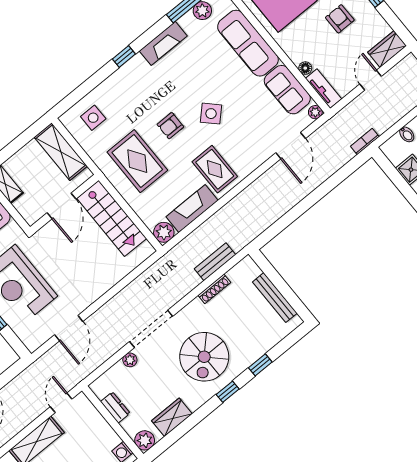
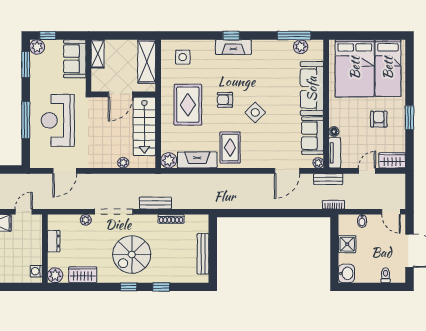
fireplace: (163, 43) -> (233, 47), moved
bench: (339, 120) -> (328, 179), added
bench: (215, 262) -> (155, 203), moved
plant: (120, 272) -> (123, 163), added

